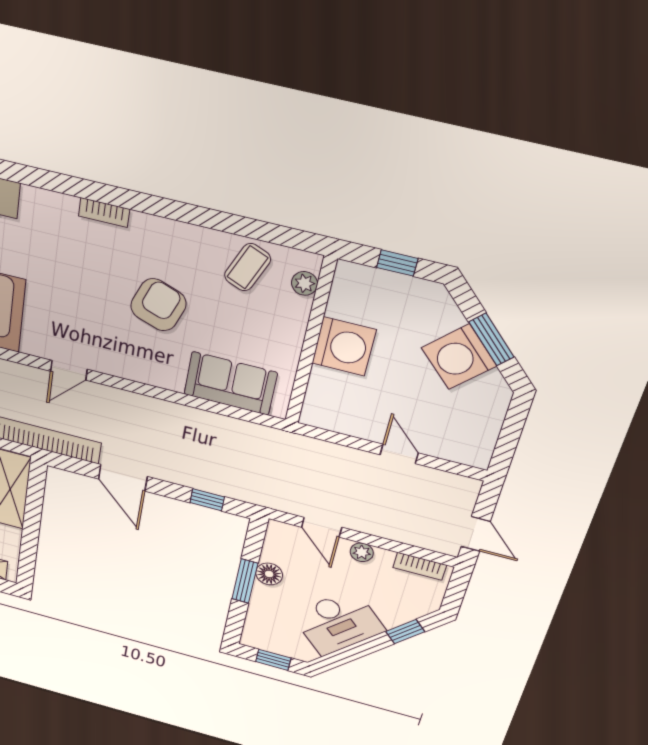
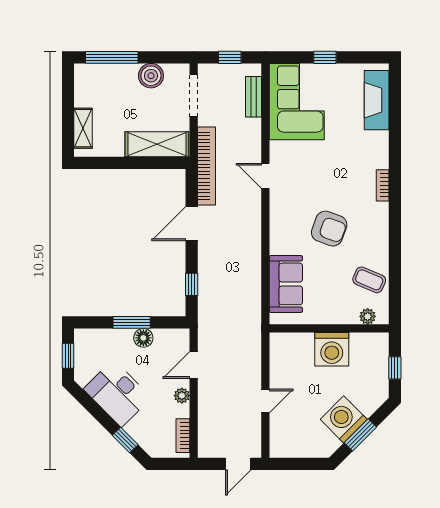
door: (476, 534) -> (238, 464), moved

